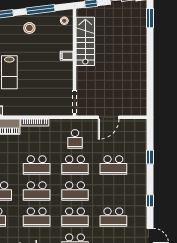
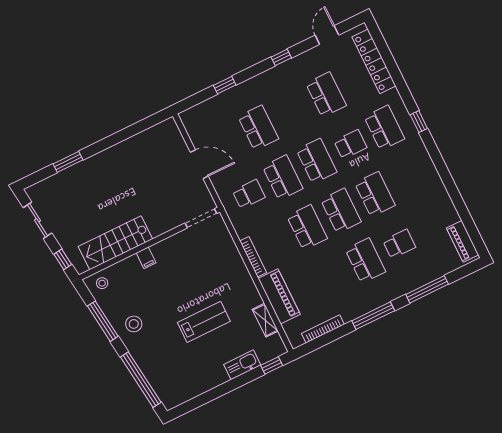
window: (150, 18) -> (68, 162), moved
school desk: (75, 217) -> (350, 144), width x0.54

